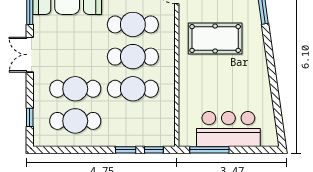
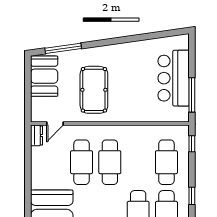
cafe table: (133, 89) -> (166, 162), moved
window: (126, 150) -> (192, 196), moved

